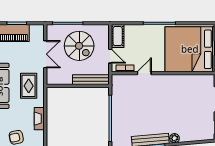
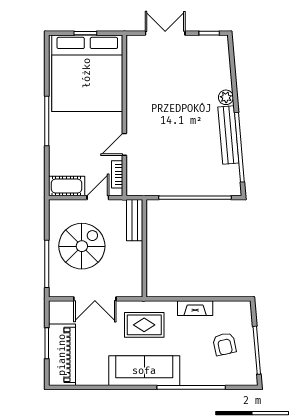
double door: (45, 54) -> (95, 299), swing flipped
door: (144, 73) -> (124, 144), hinge flipped
bench: (91, 80) -> (135, 220), width x0.73

